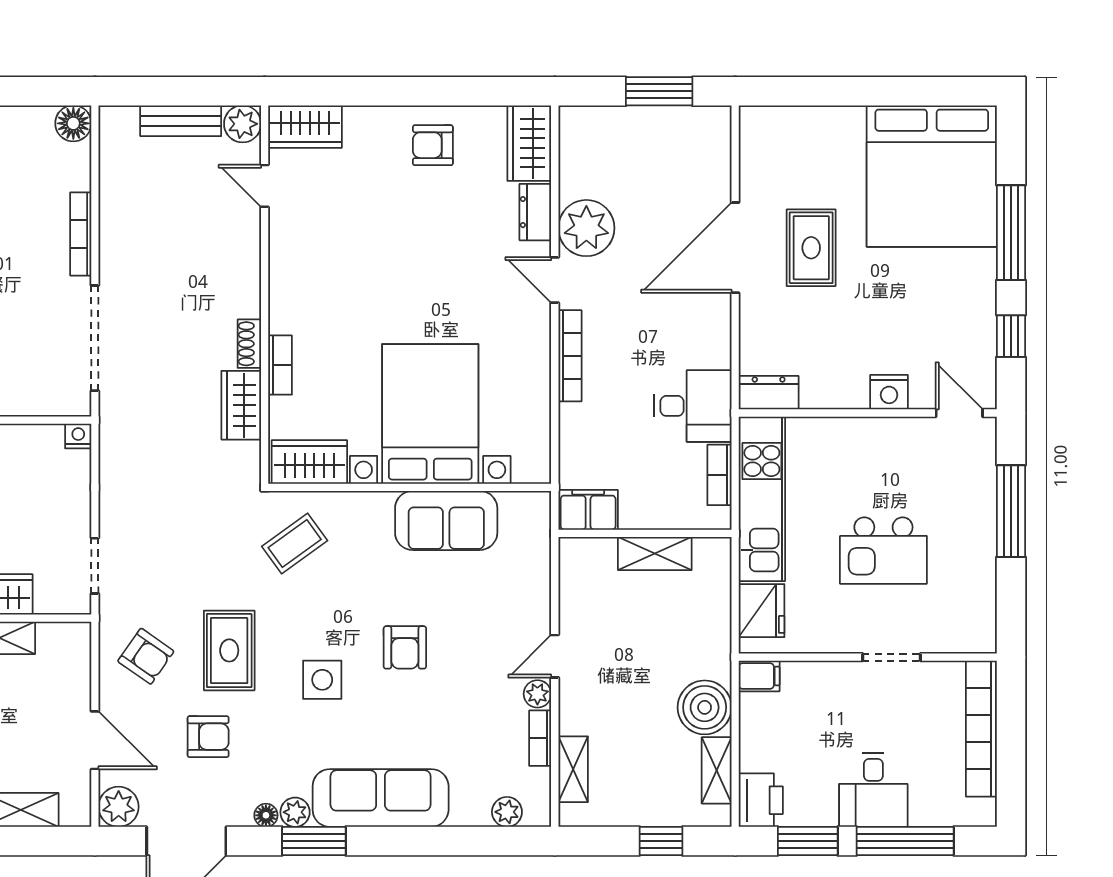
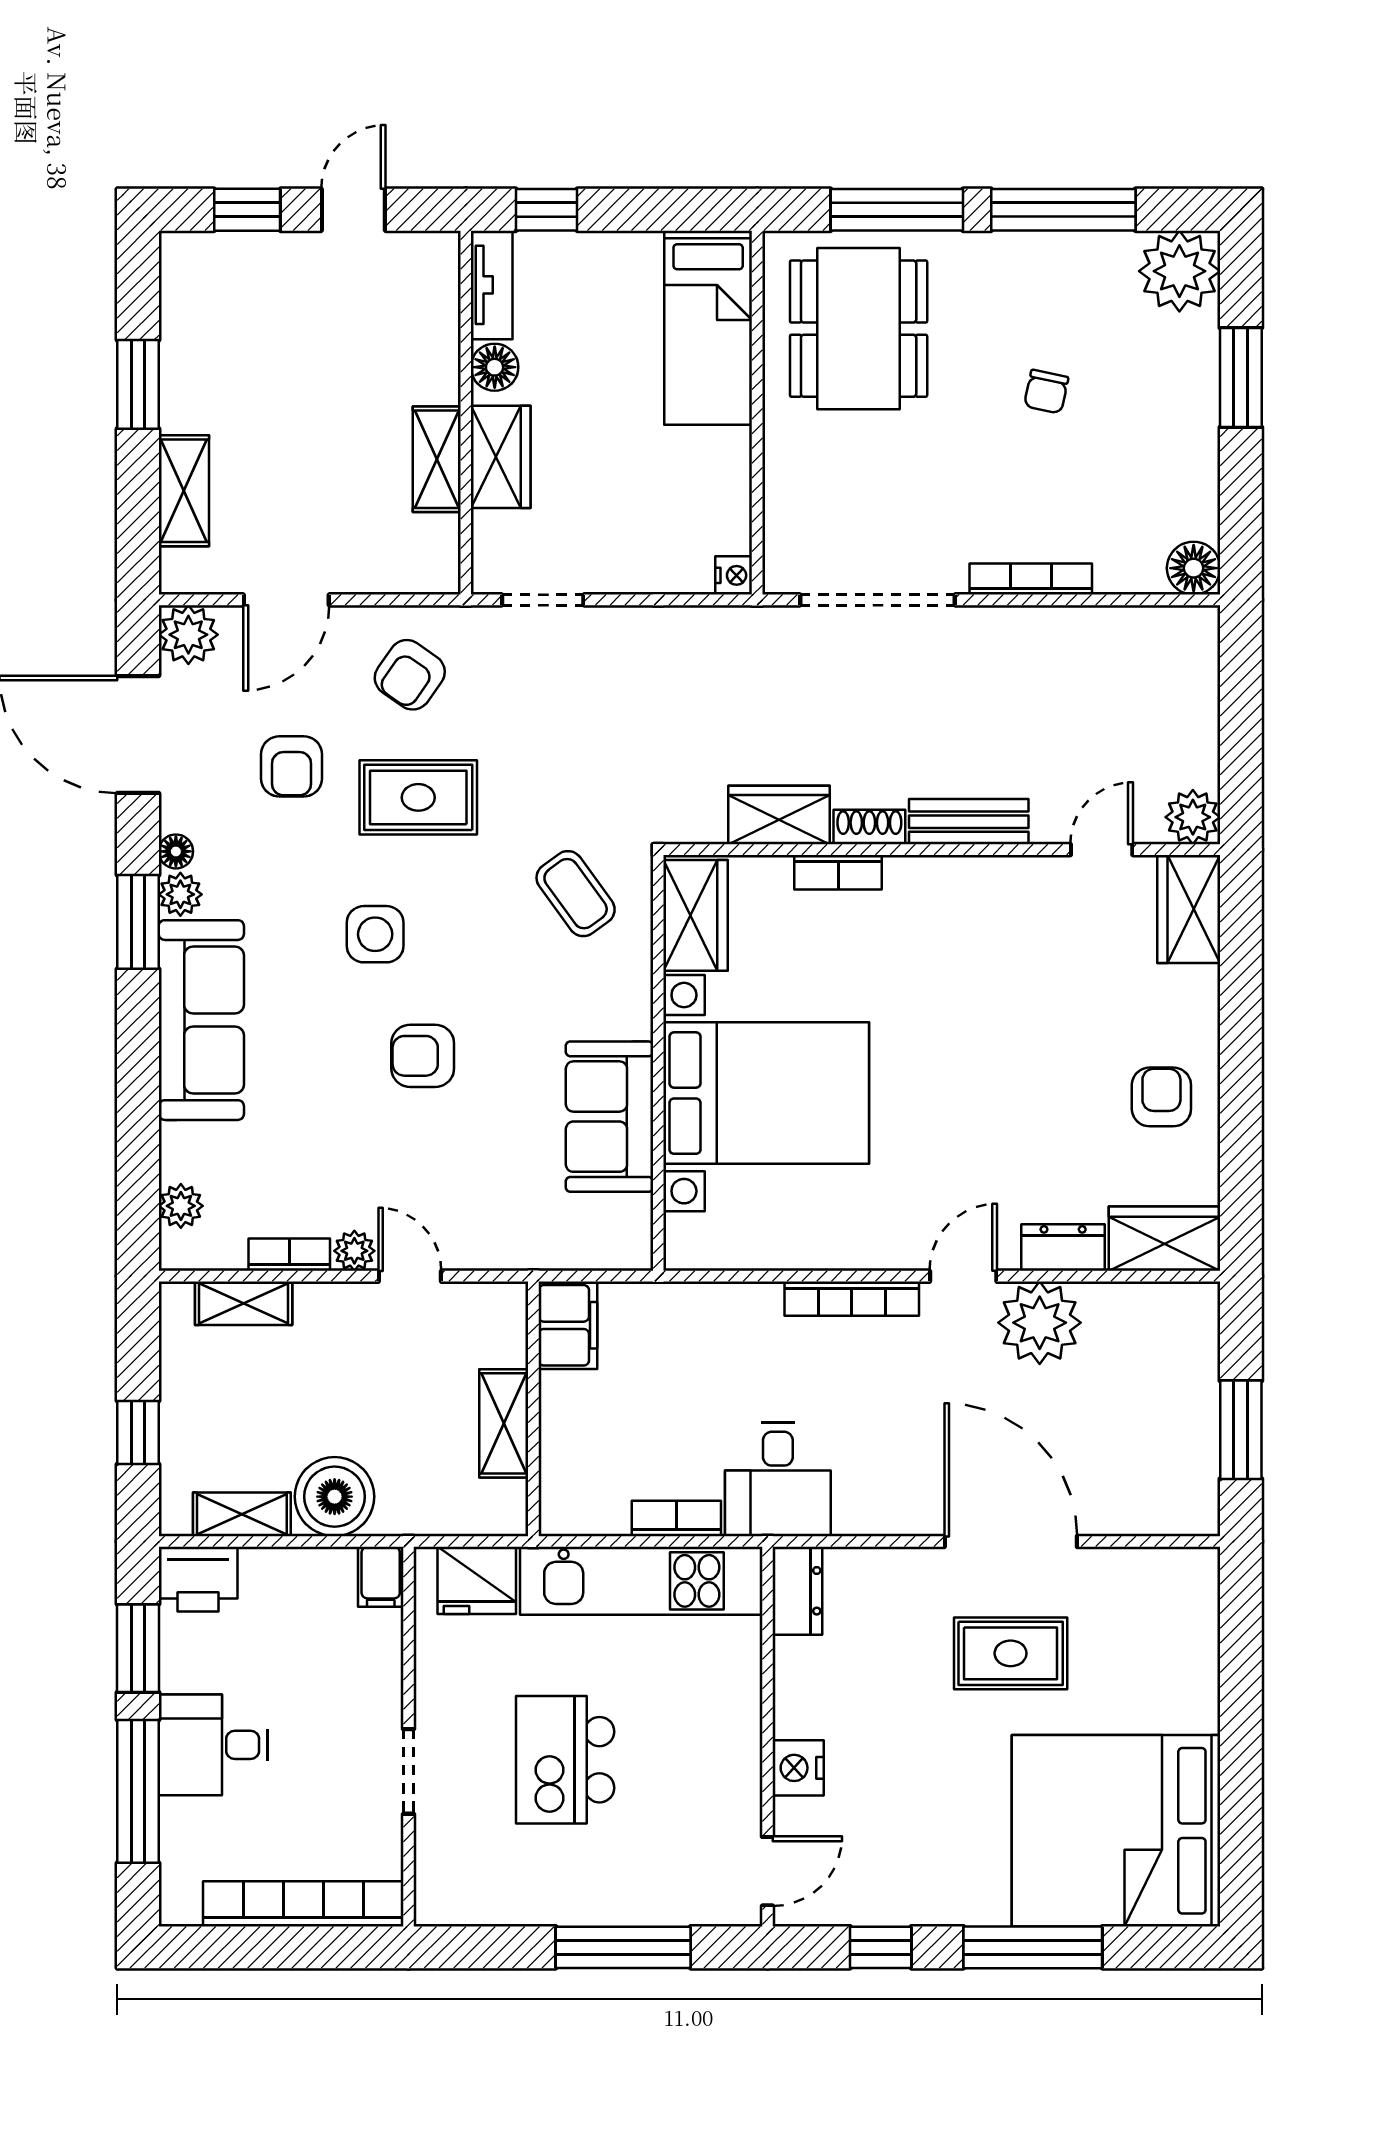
bench: (181, 121) -> (969, 822), moved, turned 90
filing cabinet: (588, 510) -> (568, 1325), moved
wall: (645, 533) -> (533, 1409), moved
shelving: (655, 553) -> (504, 1423), moved

